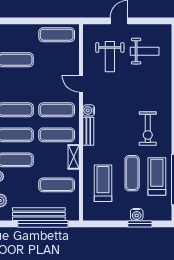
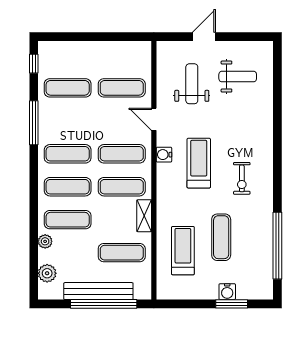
exercise mat: (57, 35) -> (122, 88), moved
weight bench: (110, 57) -> (192, 84), turned 180
exercise bike: (148, 129) -> (242, 178), width x0.73, depth x0.72
bench: (88, 131) -> (164, 182), removed
treadmill: (157, 176) -> (199, 163), moved

